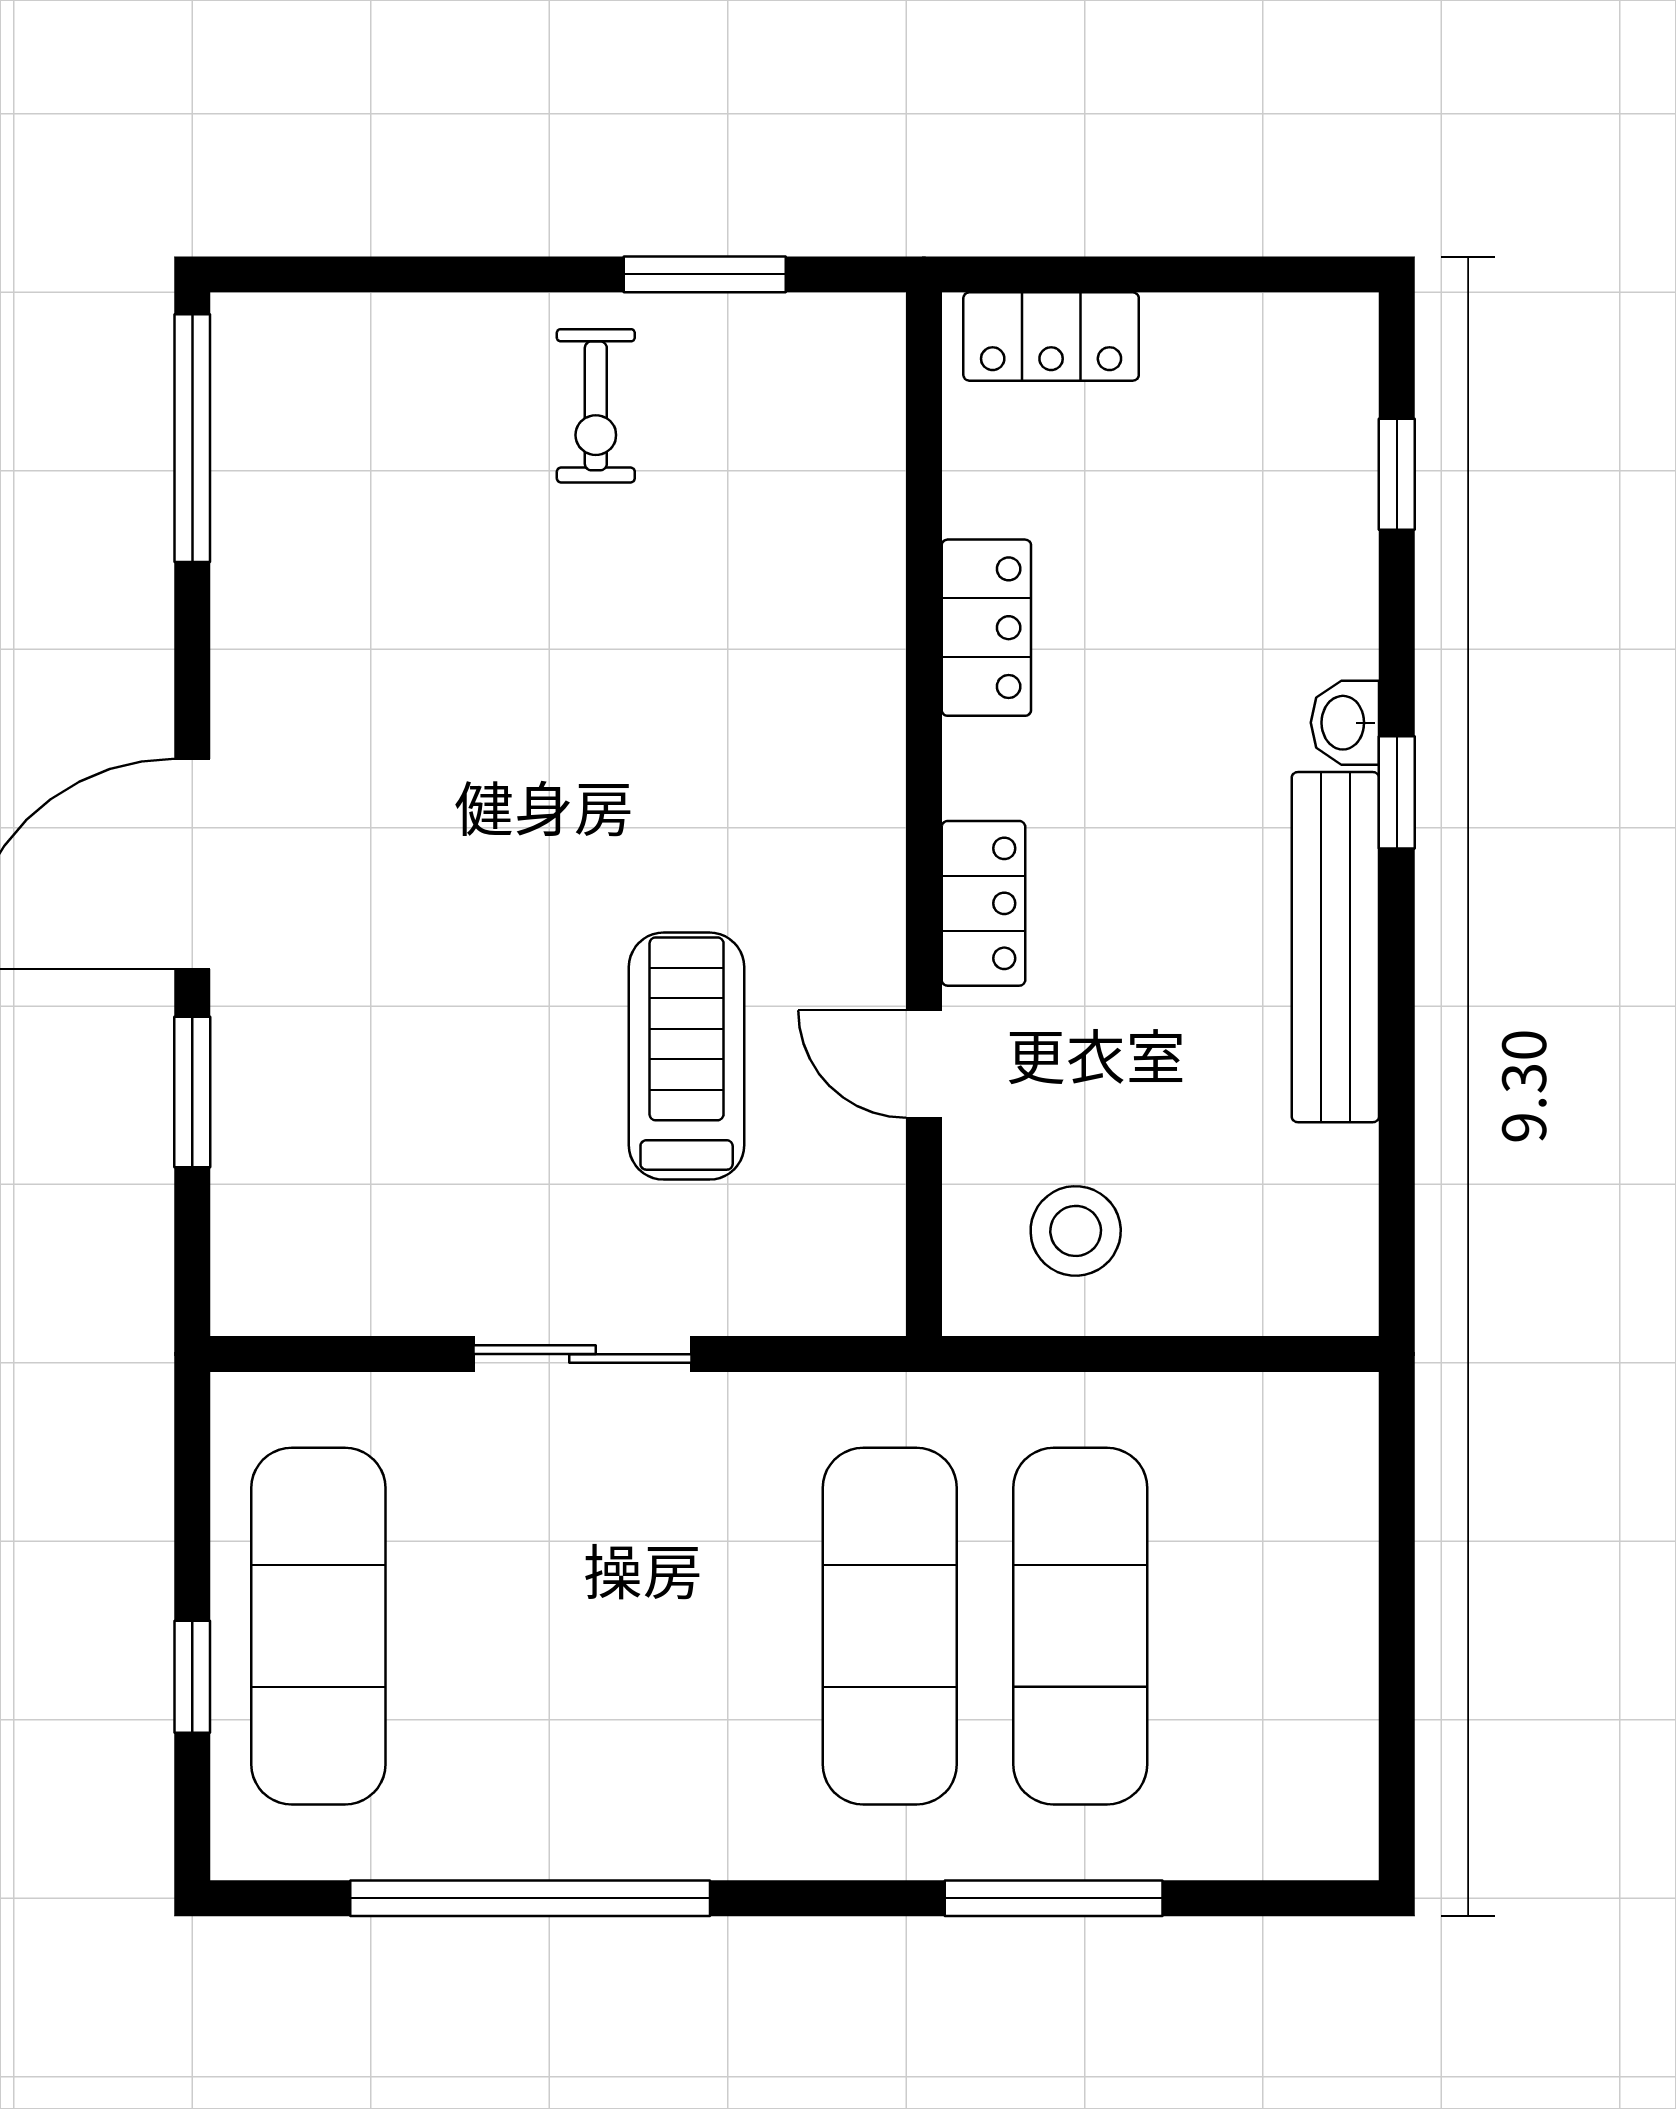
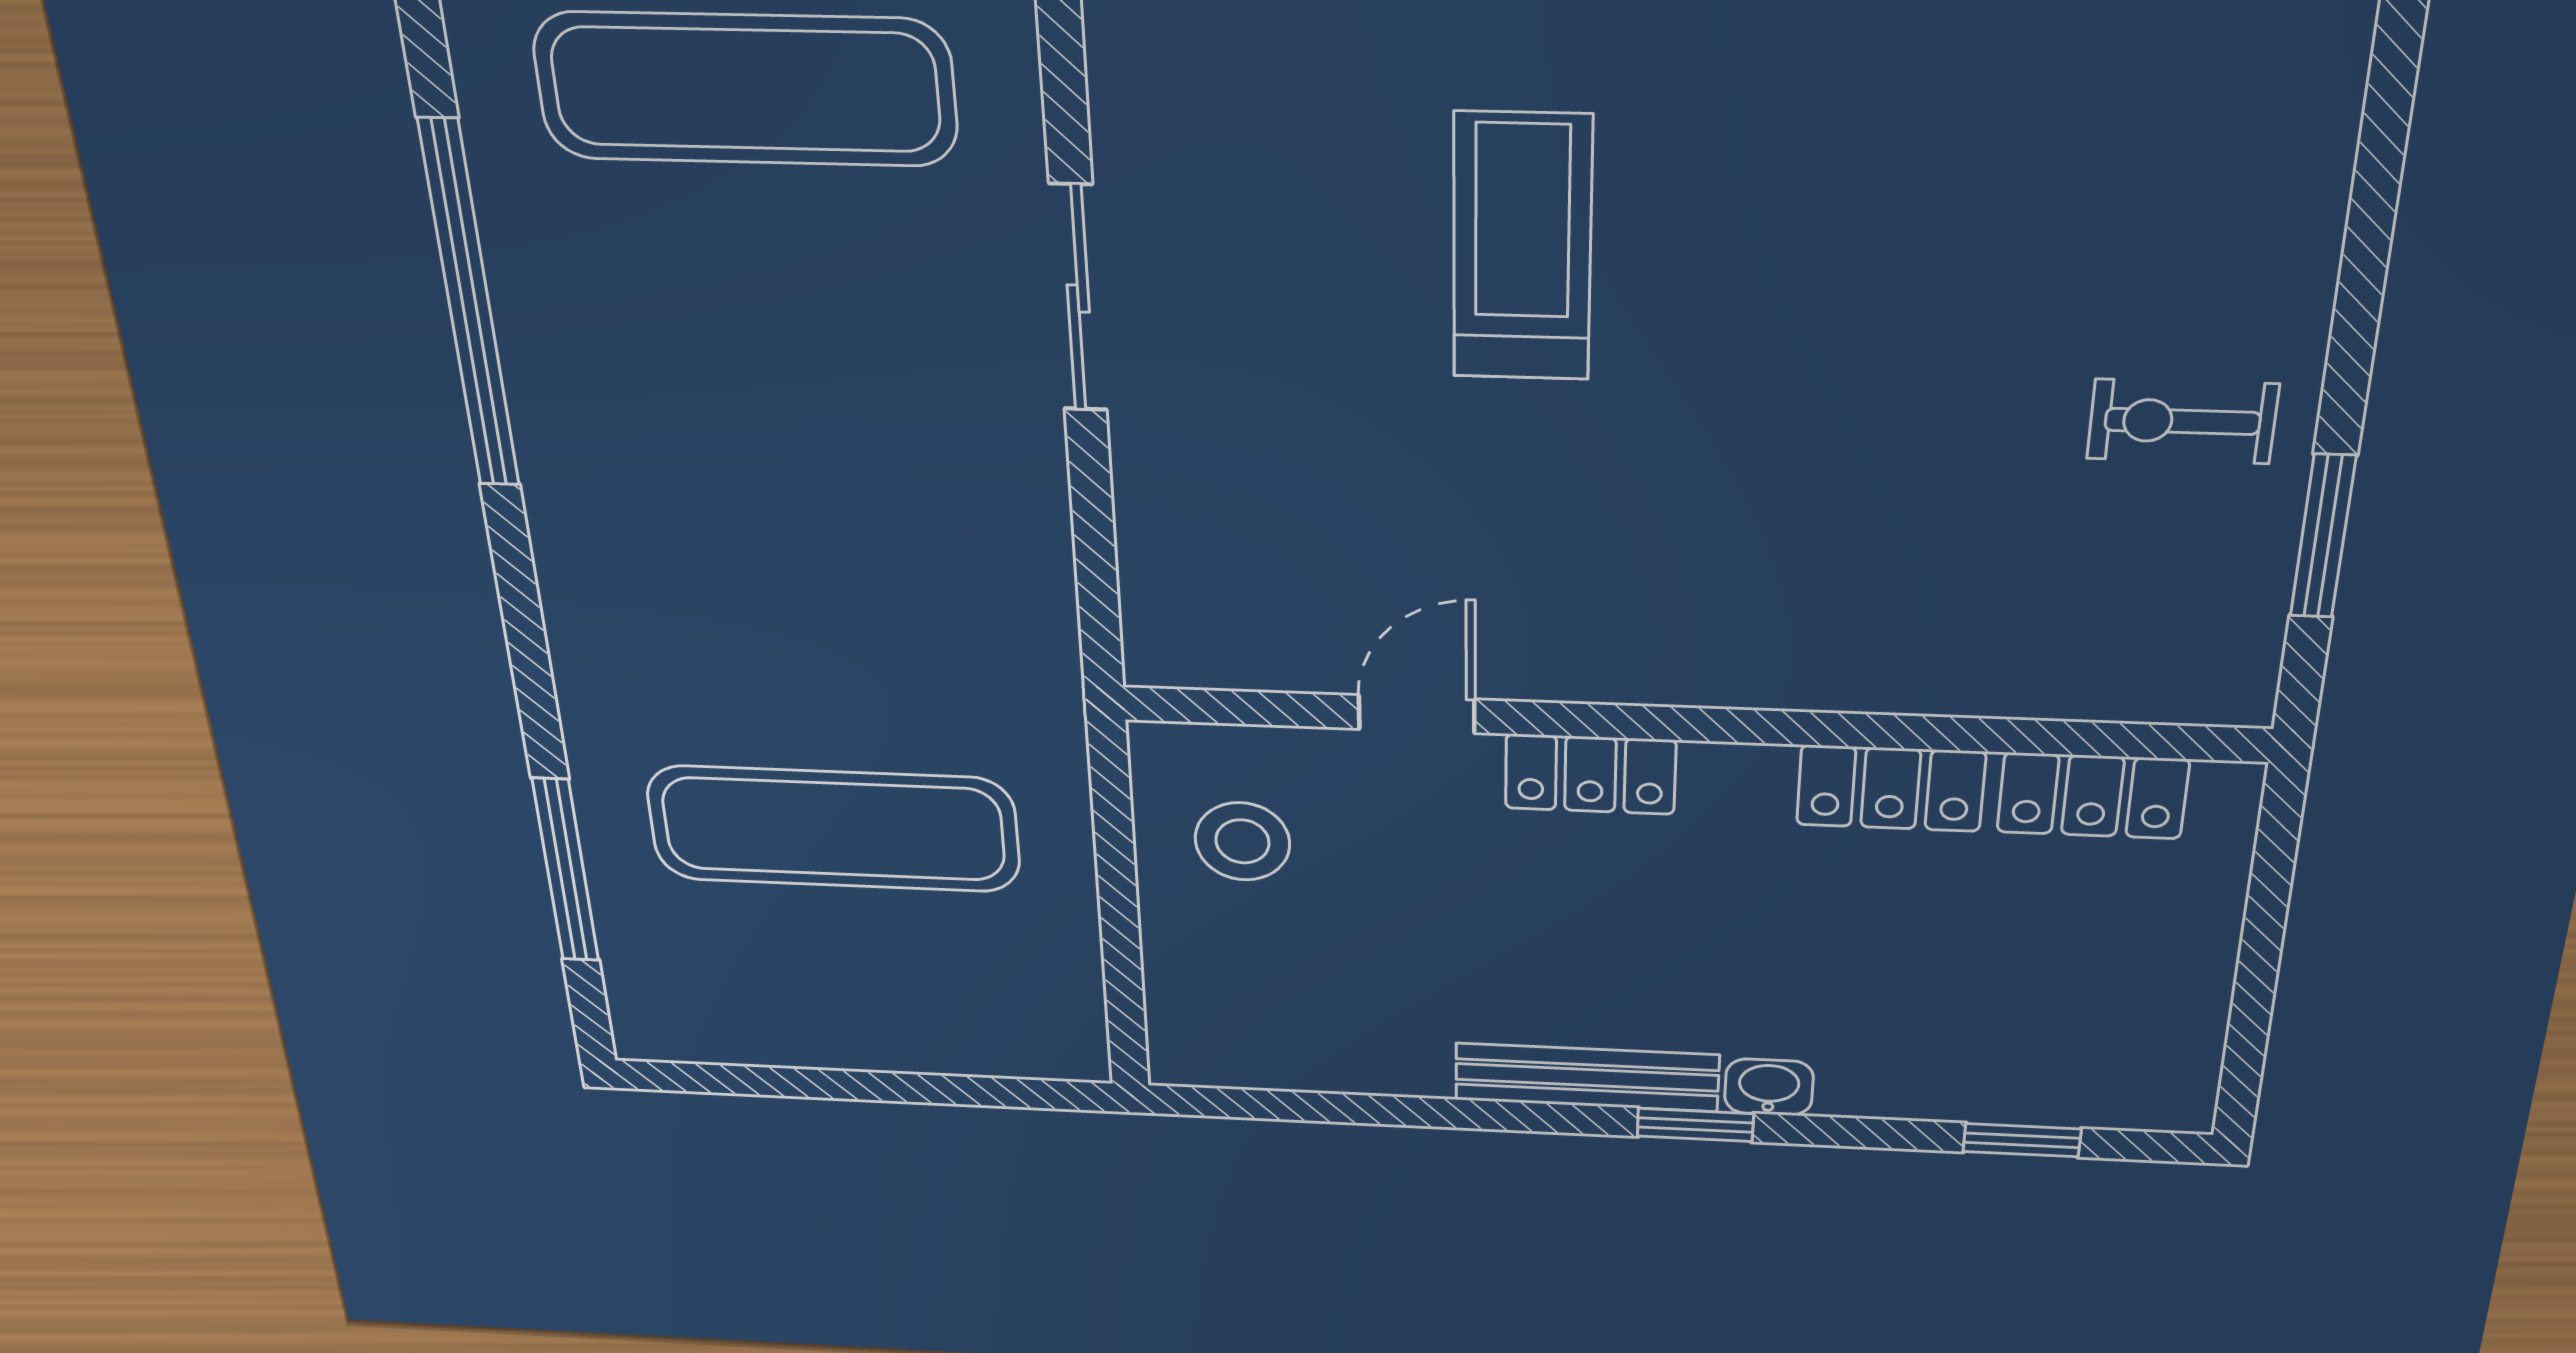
locker: (1051, 337) -> (2093, 796), moved, turned -90
bench: (1335, 947) -> (1587, 1077), width x0.73, depth x0.82
treadmill: (687, 1056) -> (1522, 248), moved, turned -90
sliding door: (583, 1354) -> (1078, 298), moved
exercise mat: (890, 1626) -> (814, 661), removed
window: (1054, 1898) -> (566, 870), moved

